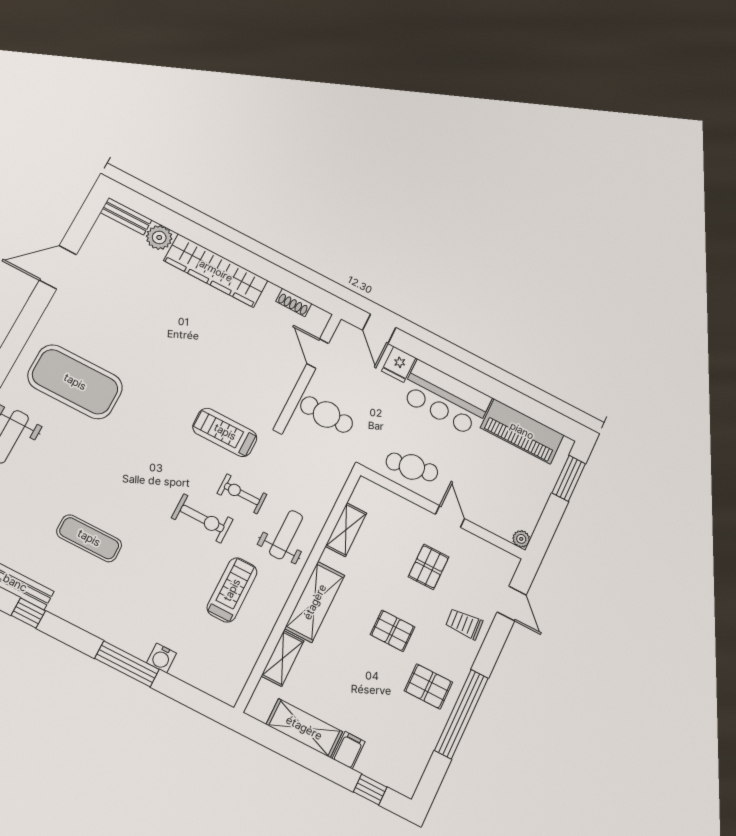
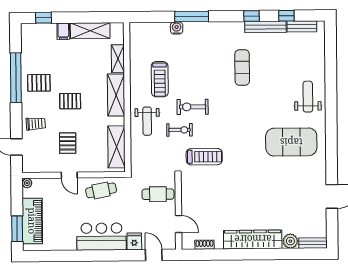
piano: (522, 431) -> (32, 221), moved, turned 90
shelving: (346, 530) -> (116, 147), width x1.50, depth x1.33
exercise mat: (89, 538) -> (242, 67), turned 90

